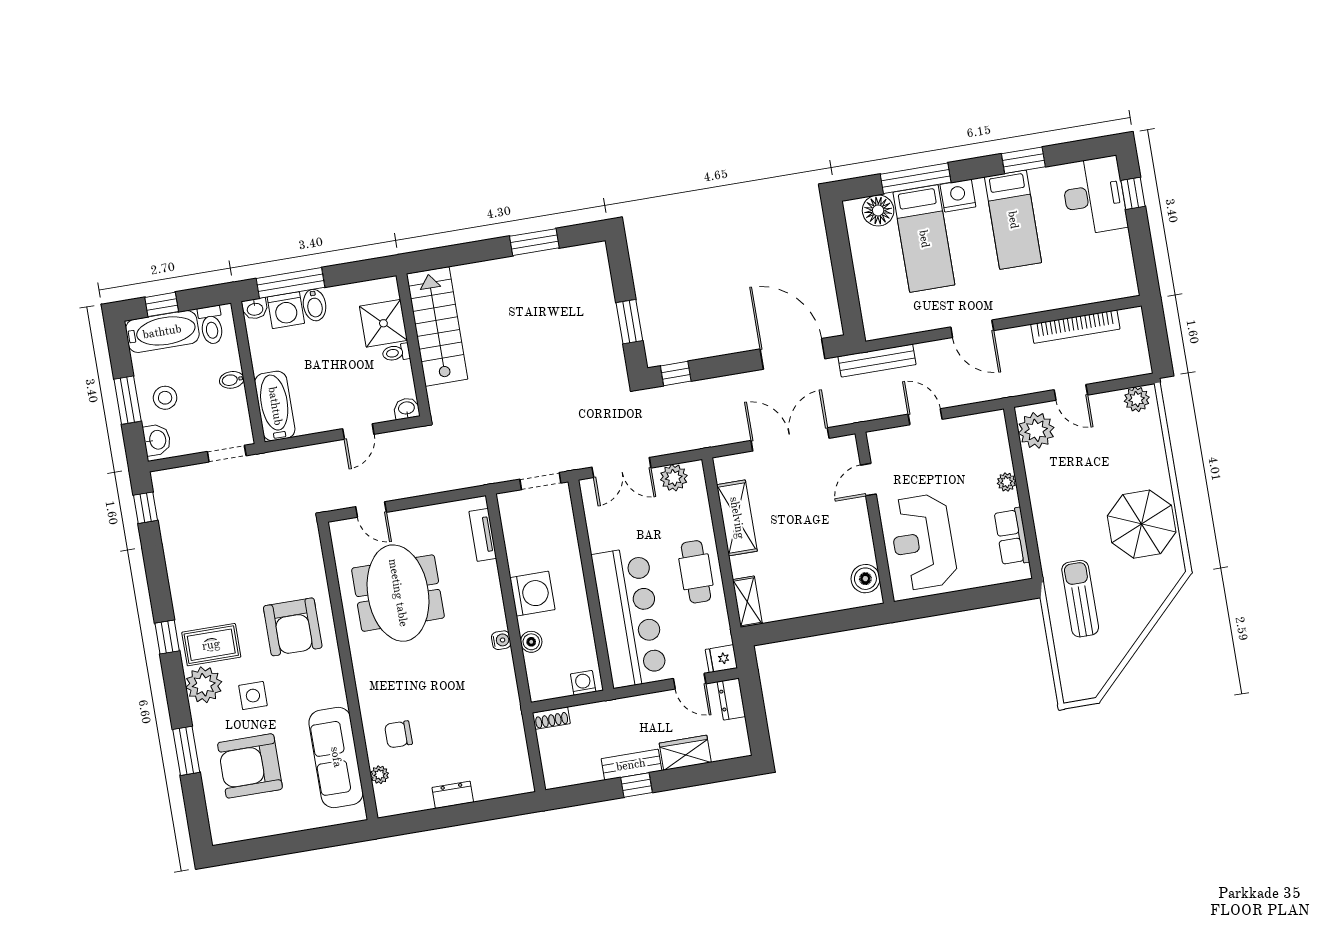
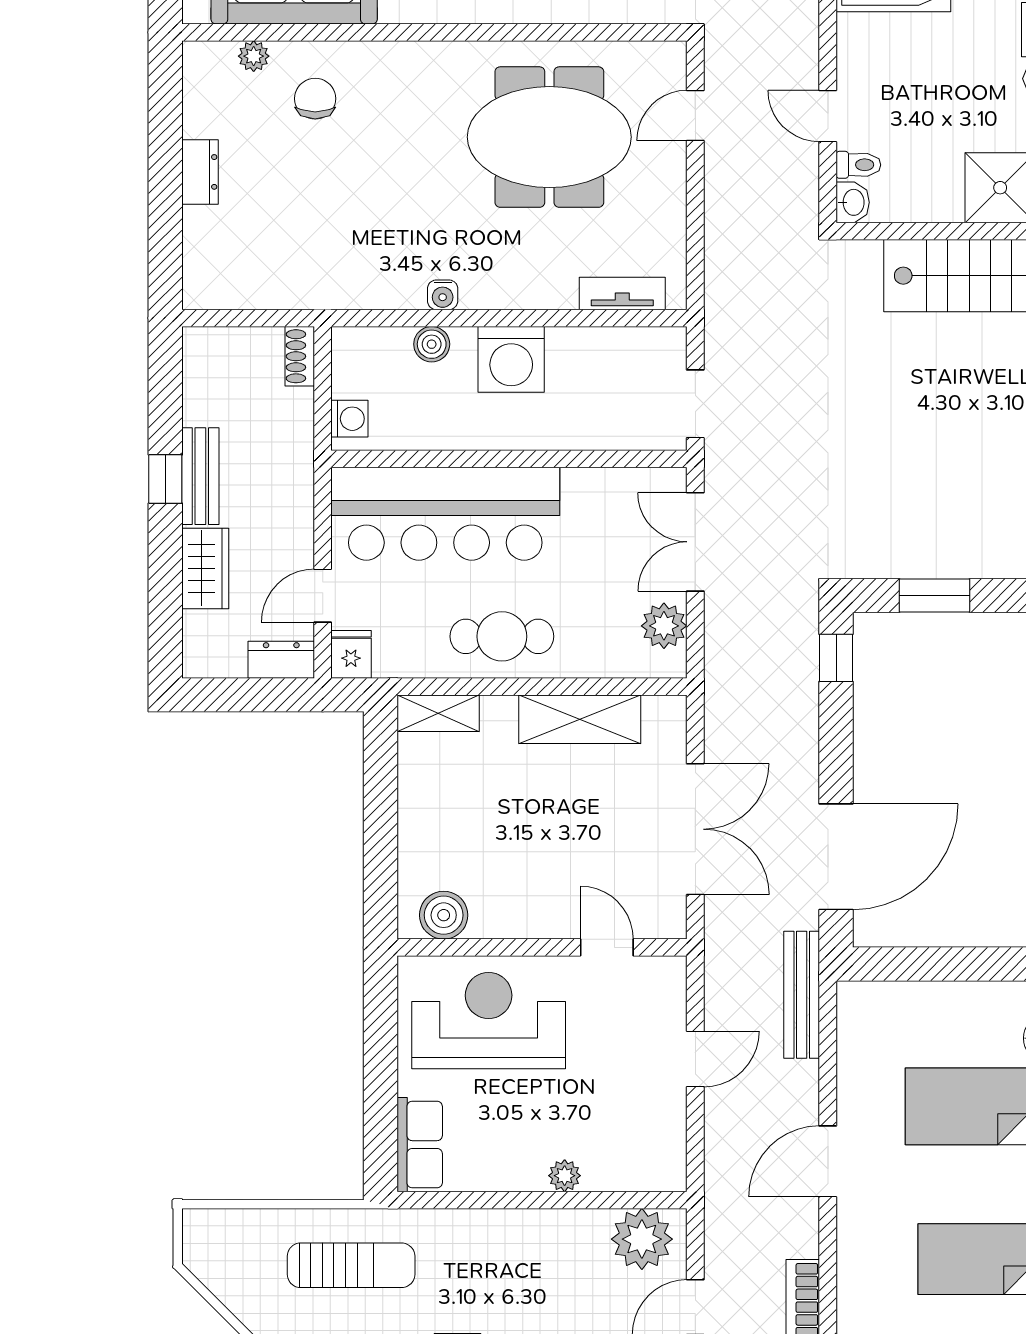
toilet: (396, 353) -> (858, 165), moved, turned 90
row of seats: (1012, 537) -> (420, 1145), moved, turned 90

